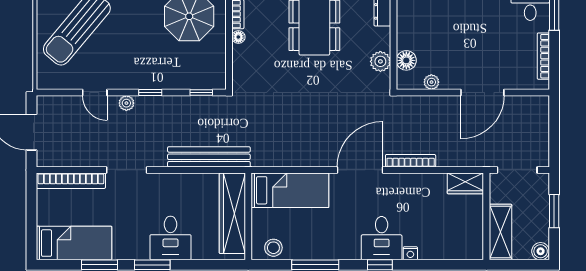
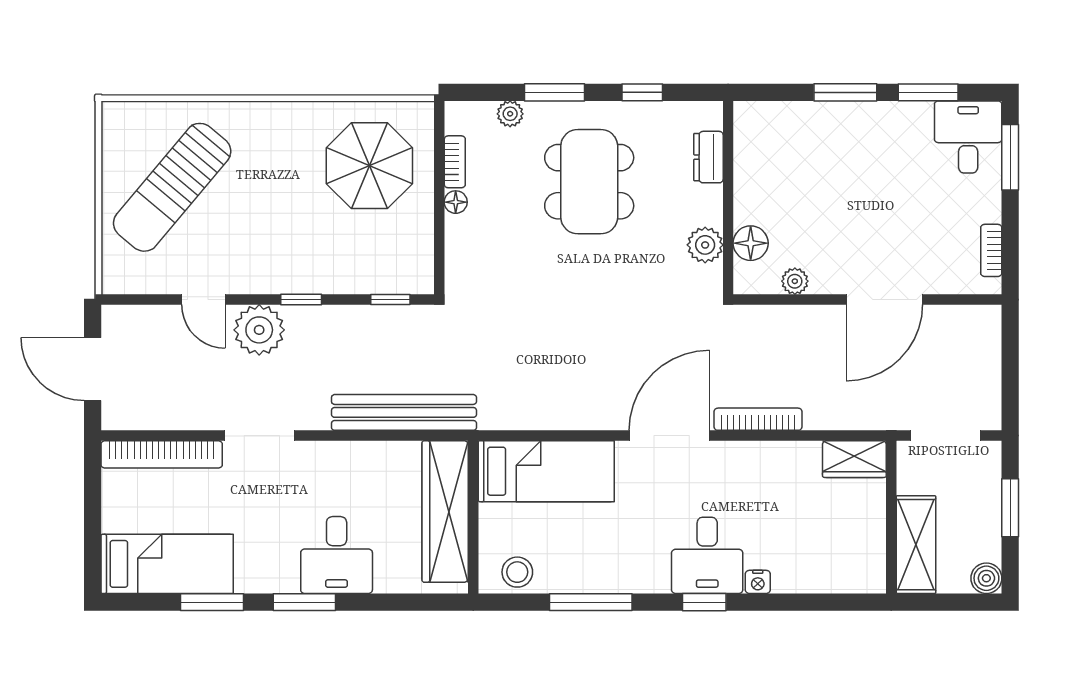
bookcase: (543, 56) -> (991, 250), width x0.64
plant: (126, 103) -> (259, 330), width x1.88, depth x1.88

